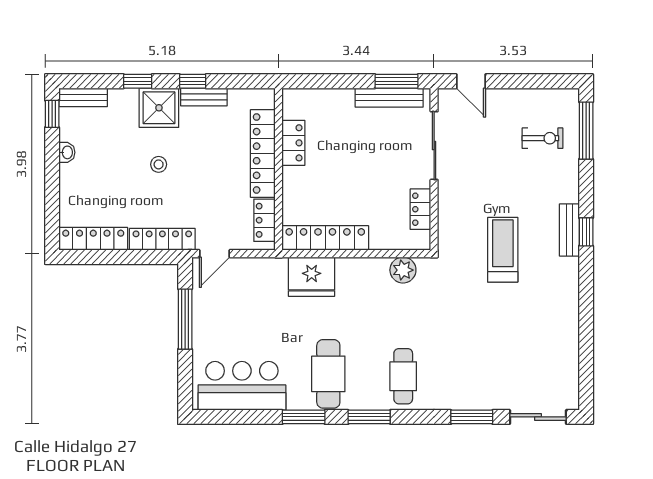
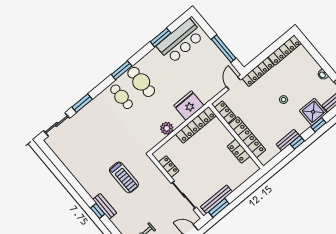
shower: (159, 108) -> (313, 112), moved
plant: (403, 270) -> (167, 128), moved
cafe table: (328, 374) -> (141, 82), moved
window: (304, 417) -> (161, 37), moved

